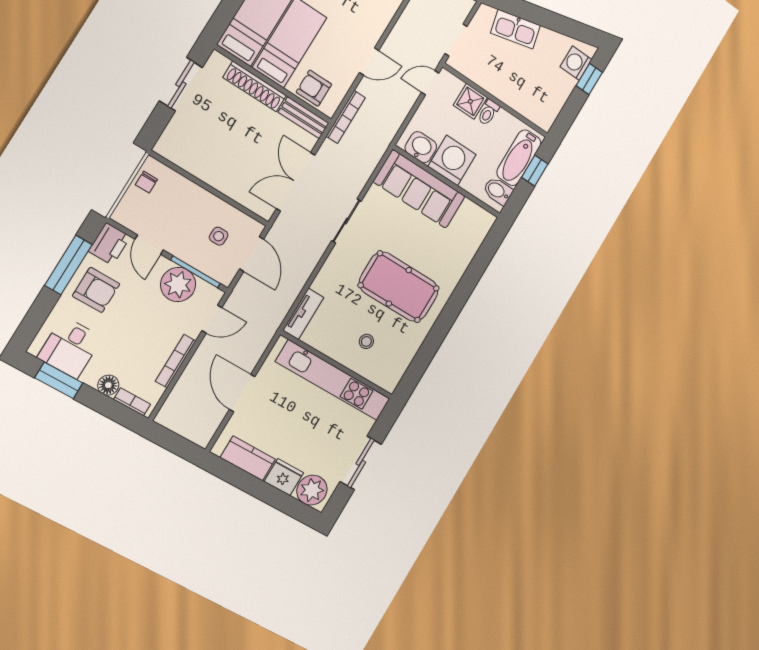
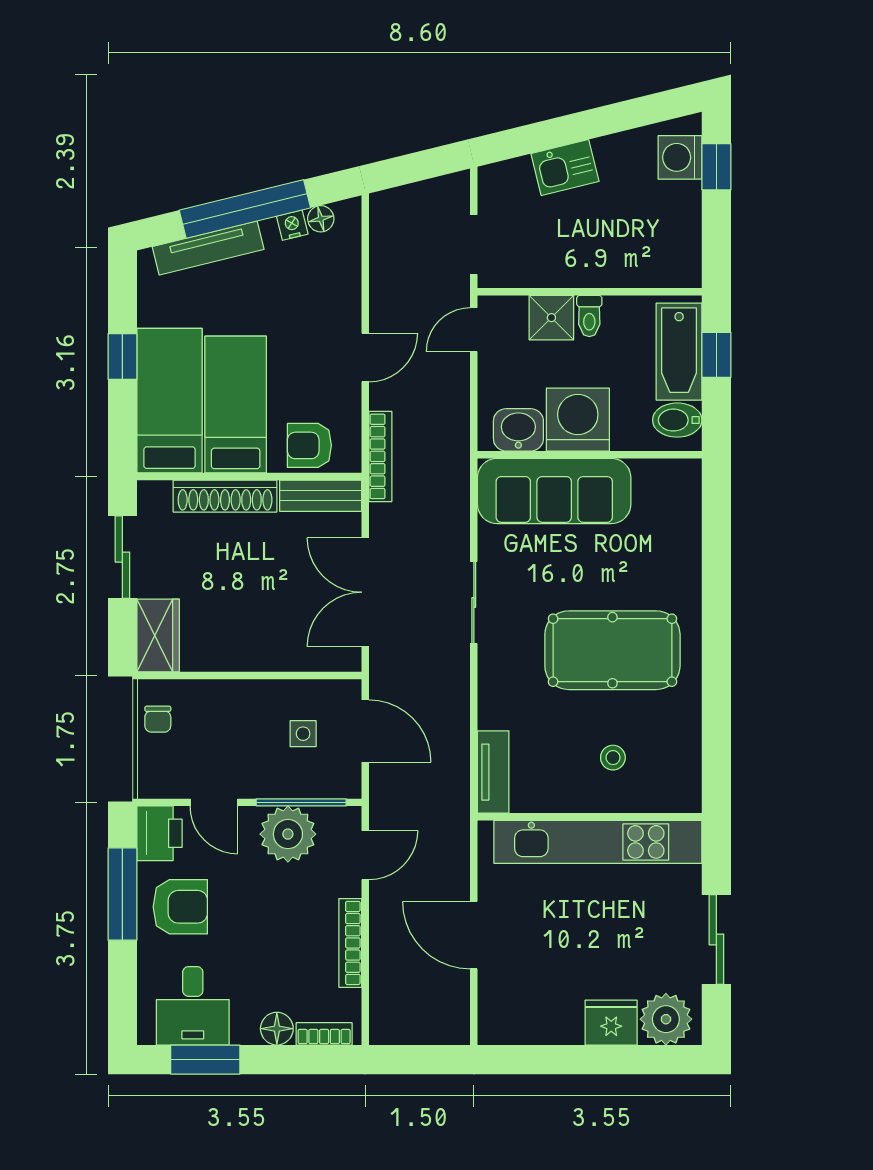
kitchen sink: (516, 29) -> (565, 168), width x0.73
wardrobe: (174, 138) -> (158, 635), added
kitchen counter: (248, 458) -> (540, 1024), removed

